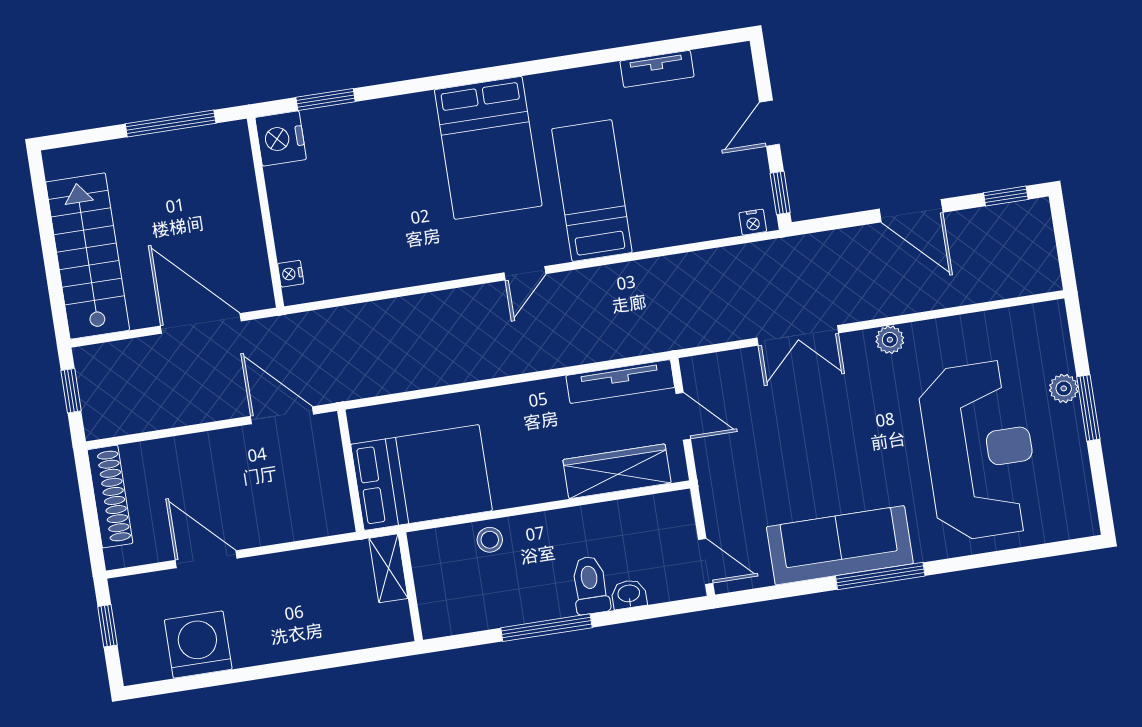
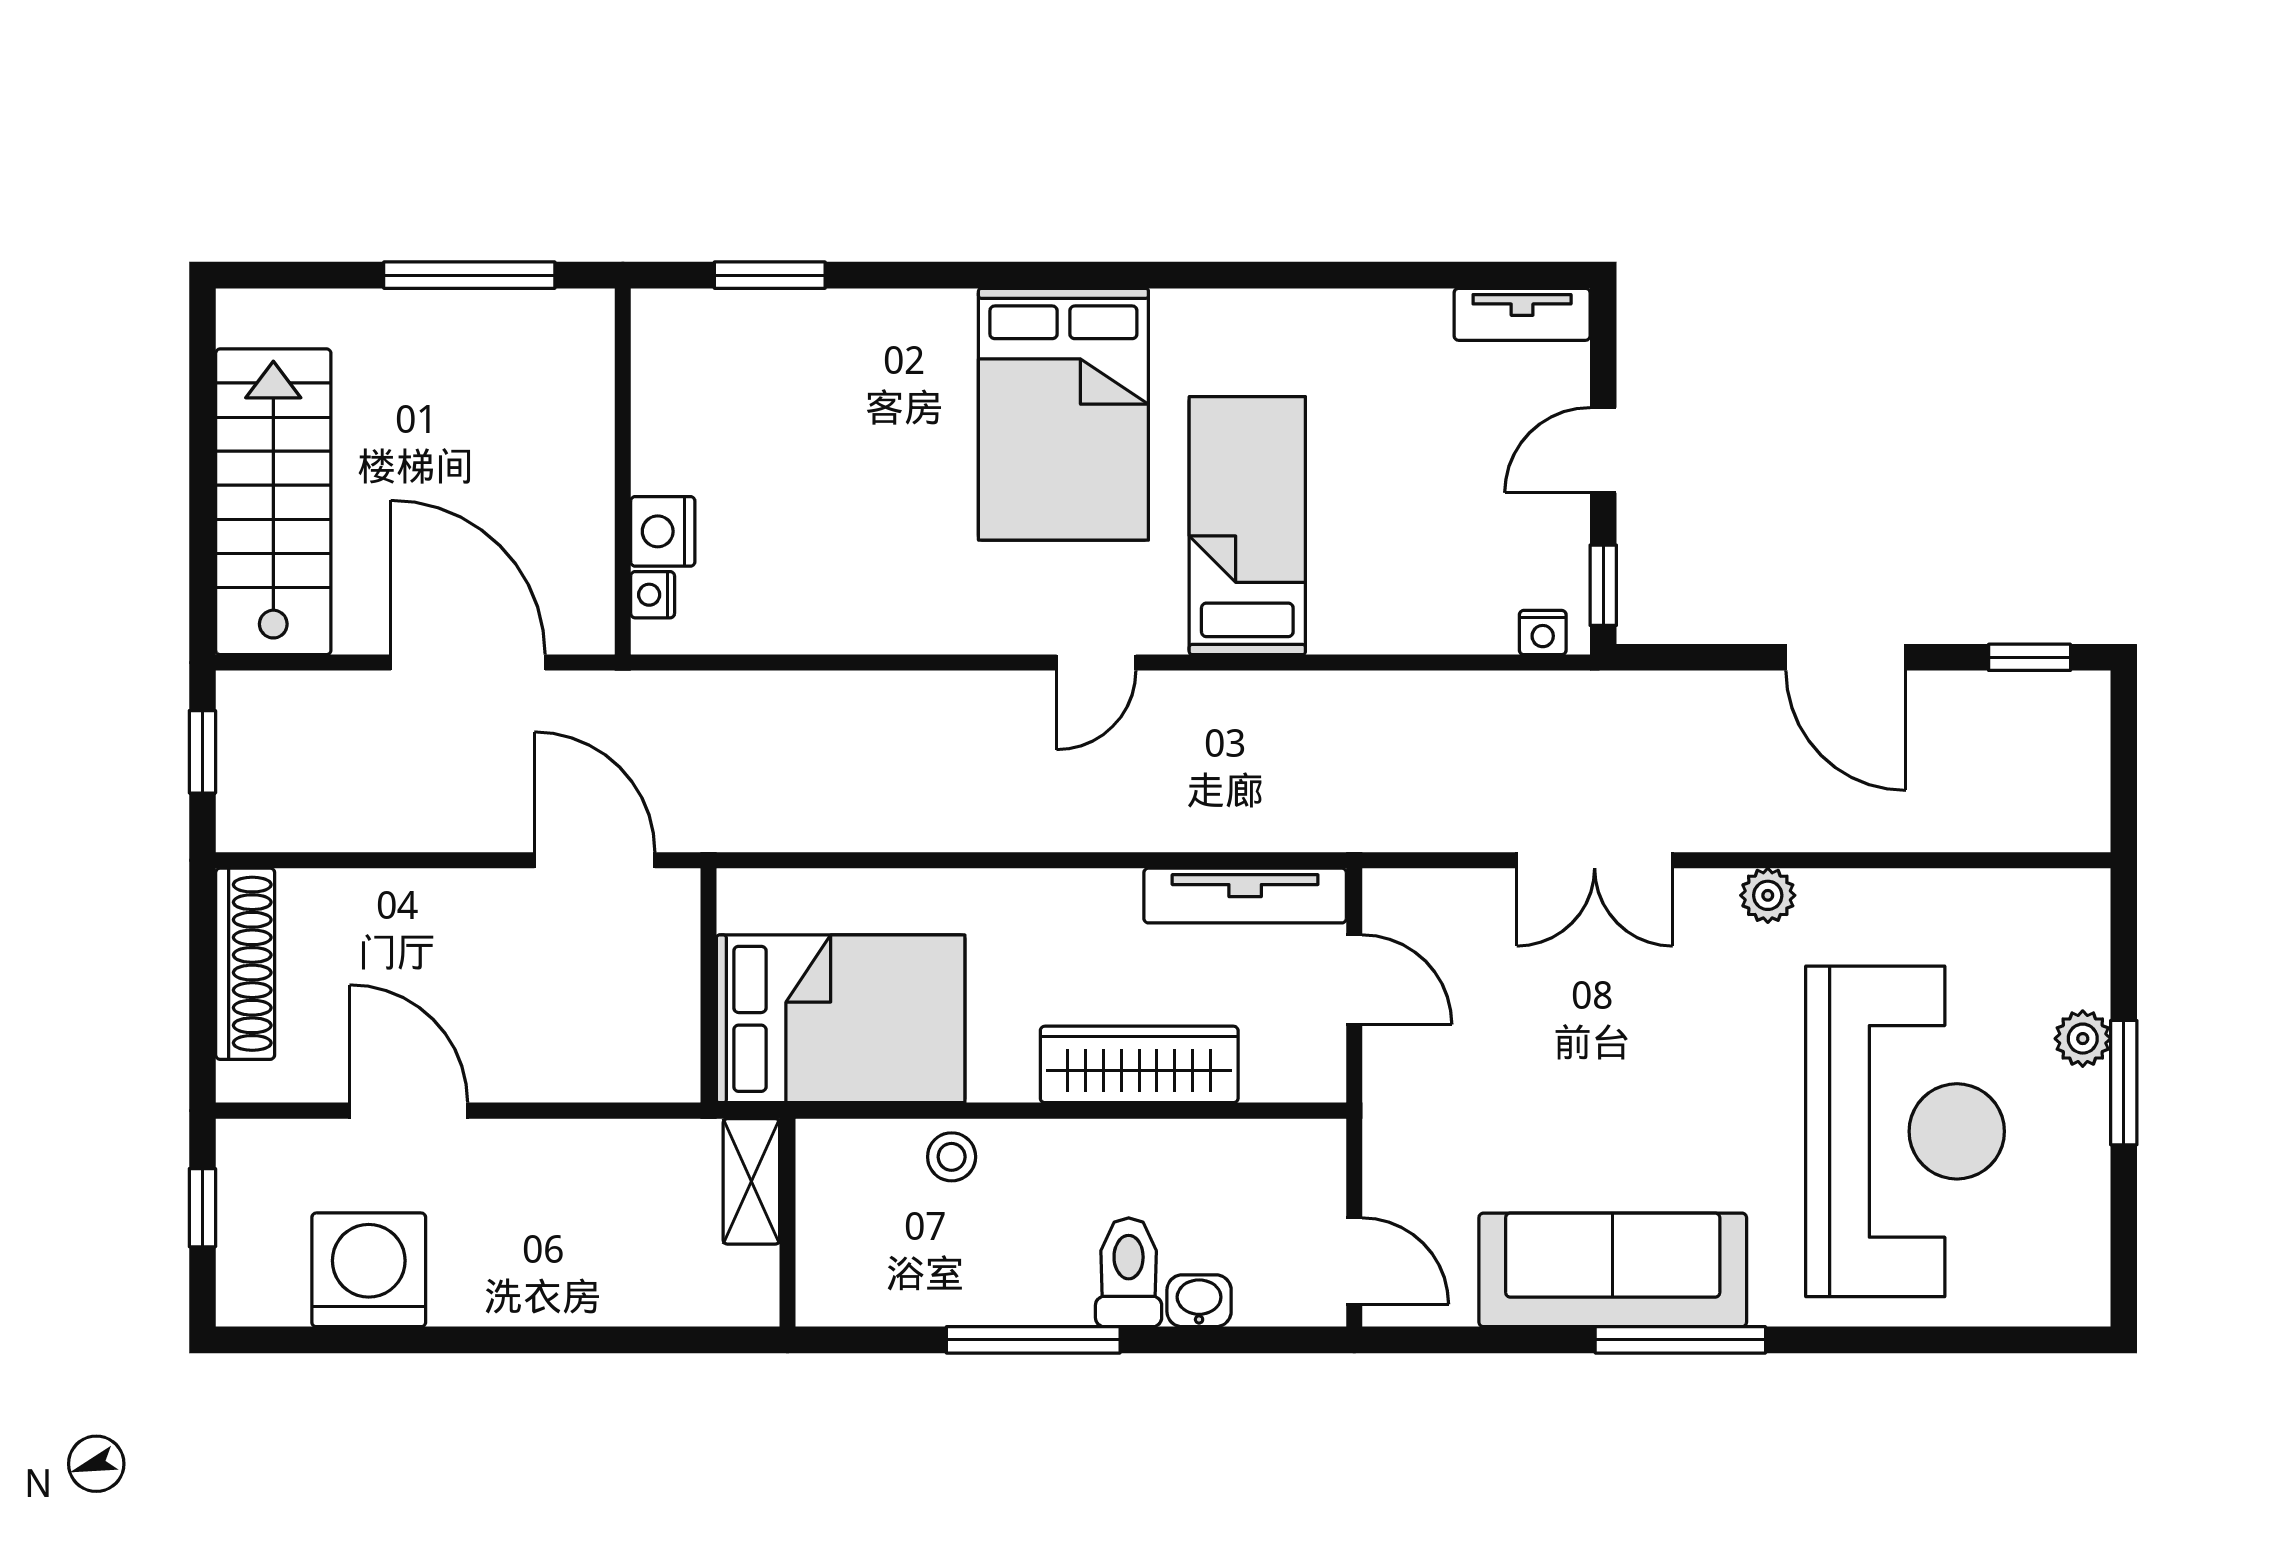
tv unit: (657, 69) -> (1522, 314), moved
nightstand: (281, 138) -> (663, 531), moved, width x0.74, depth x0.75
wardrobe: (617, 471) -> (1139, 1064), moved

